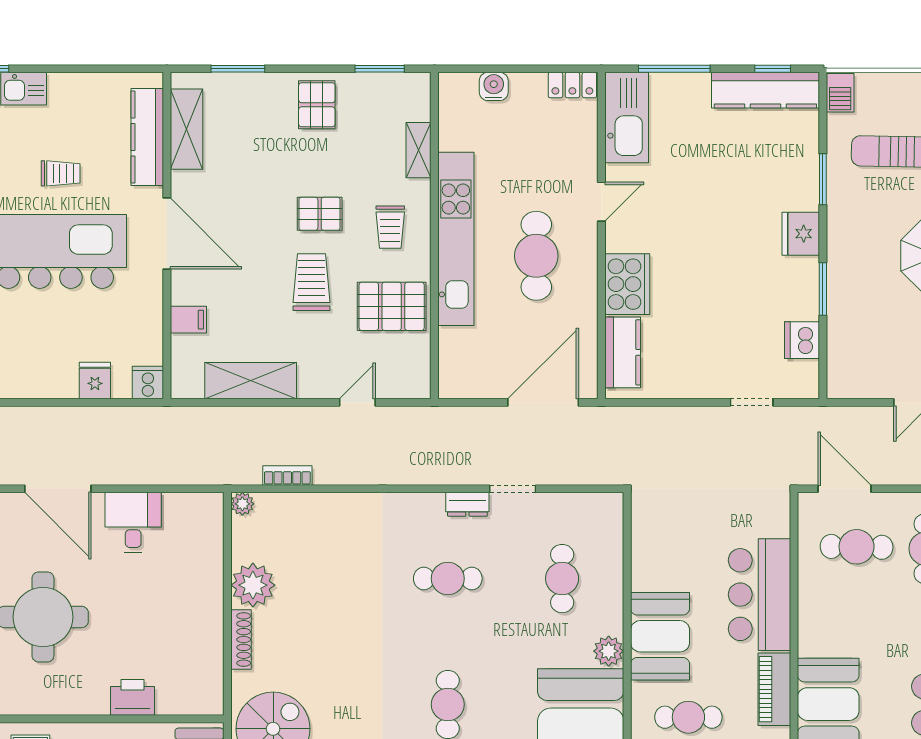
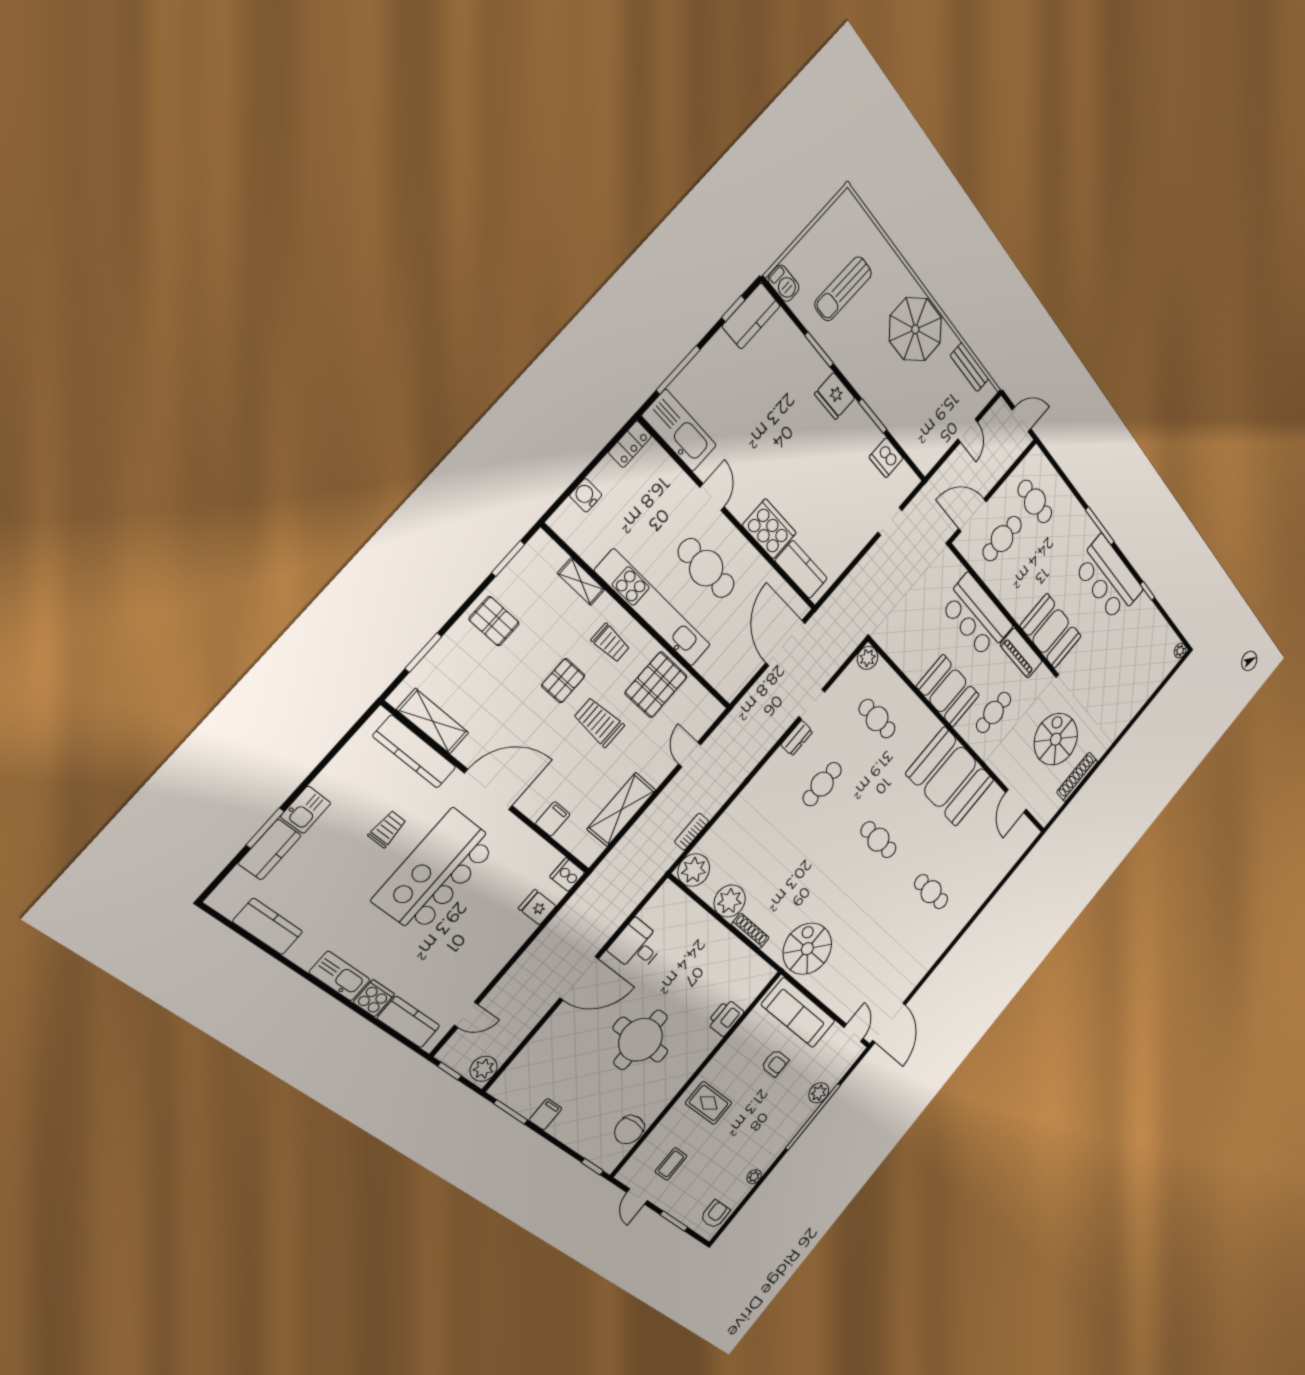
kitchen counter: (765, 90) -> (751, 316), width x0.67
plant: (242, 504) -> (694, 870), width x1.88, depth x1.88
plant: (609, 651) -> (868, 658), moved

